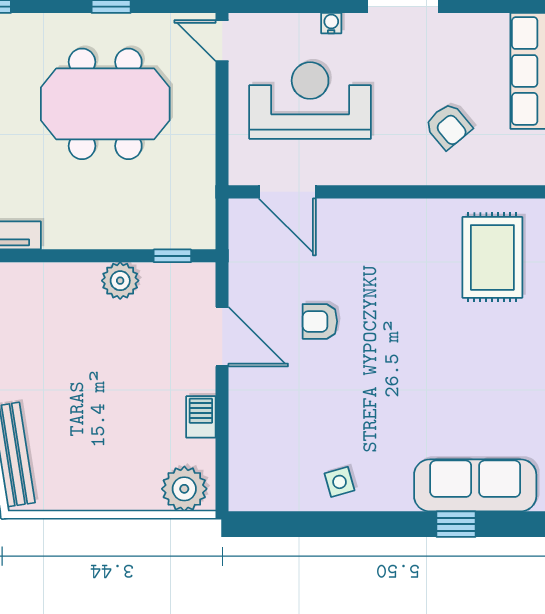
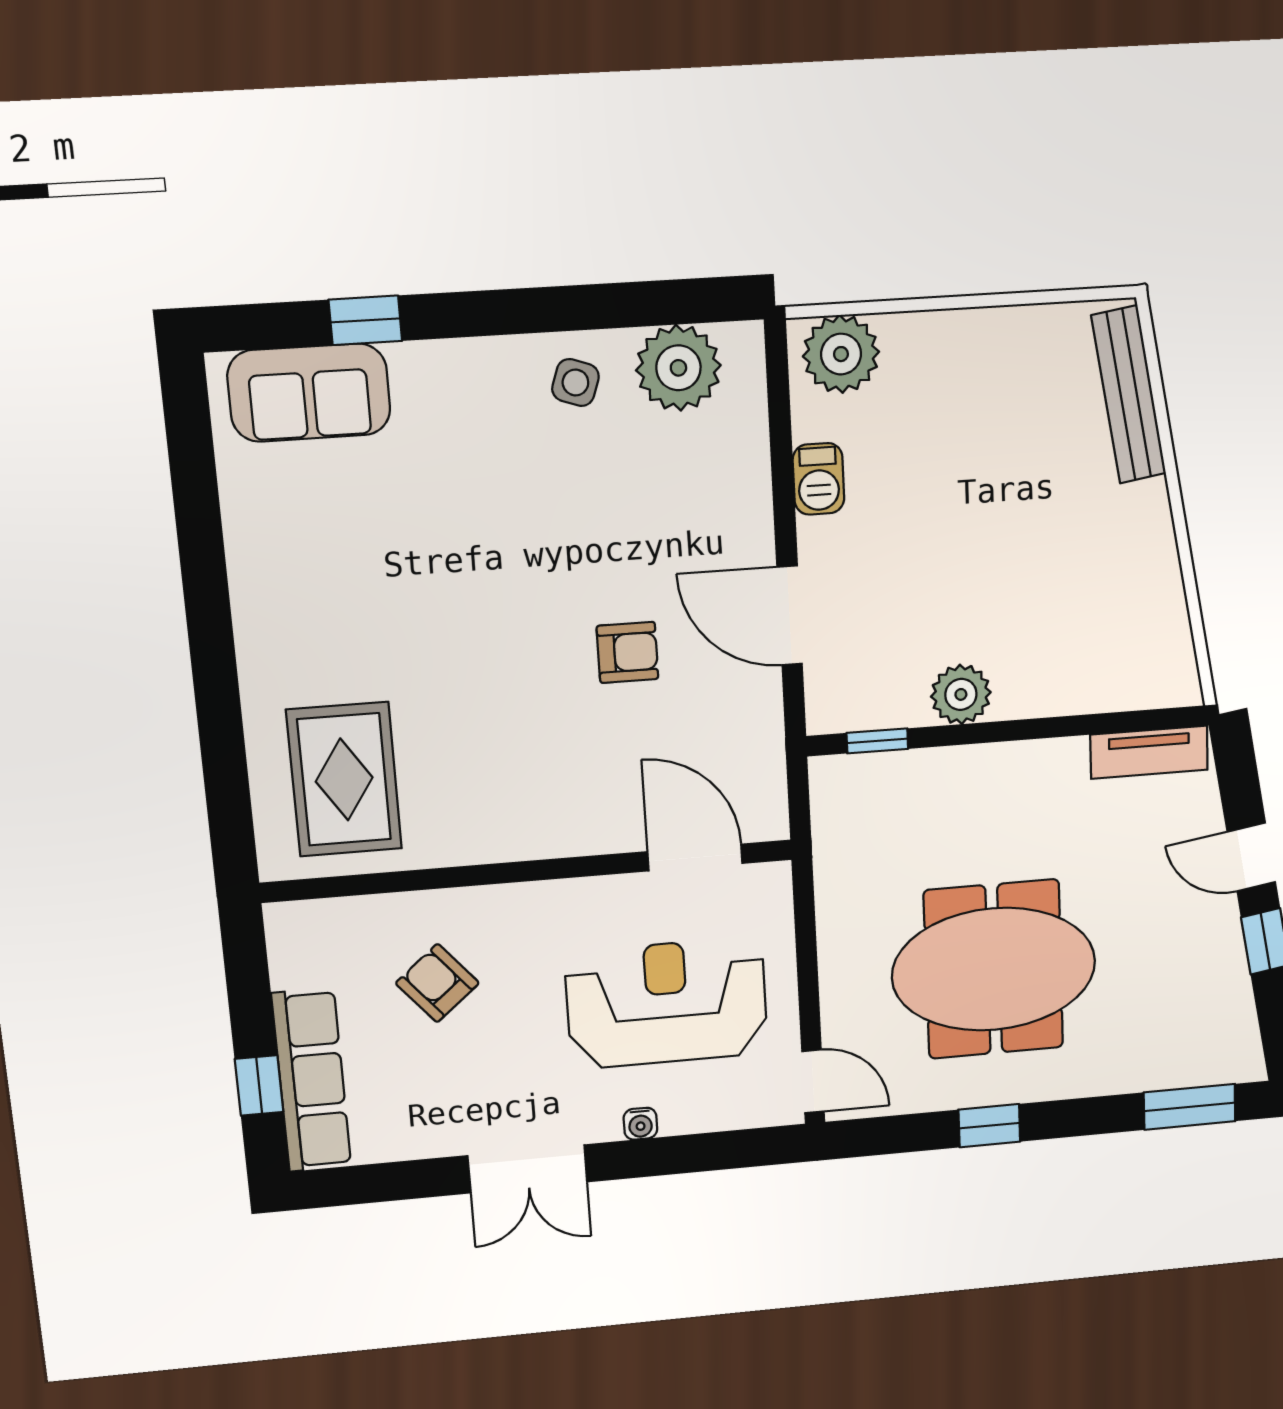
reception desk: (310, 101) -> (667, 1003), turned 180
side table: (340, 482) -> (575, 382), turned 35
sofa: (475, 485) -> (309, 393), width x0.73
plant: (280, 487) -> (678, 368), added

